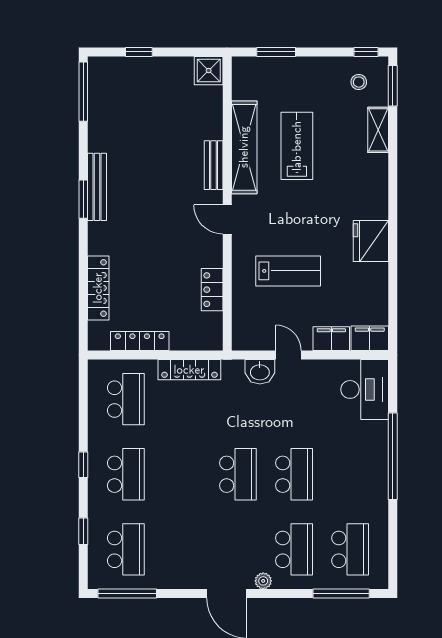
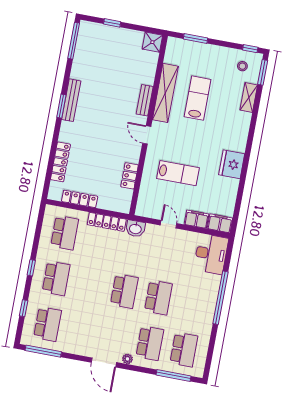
washbasin: (260, 372) -> (135, 229), moved

